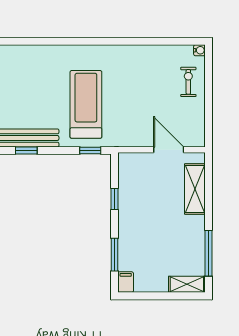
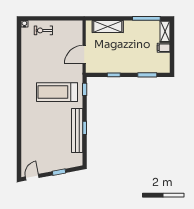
door: (169, 150) -> (84, 55), moved
filing cabinet: (126, 282) -> (164, 48), moved

